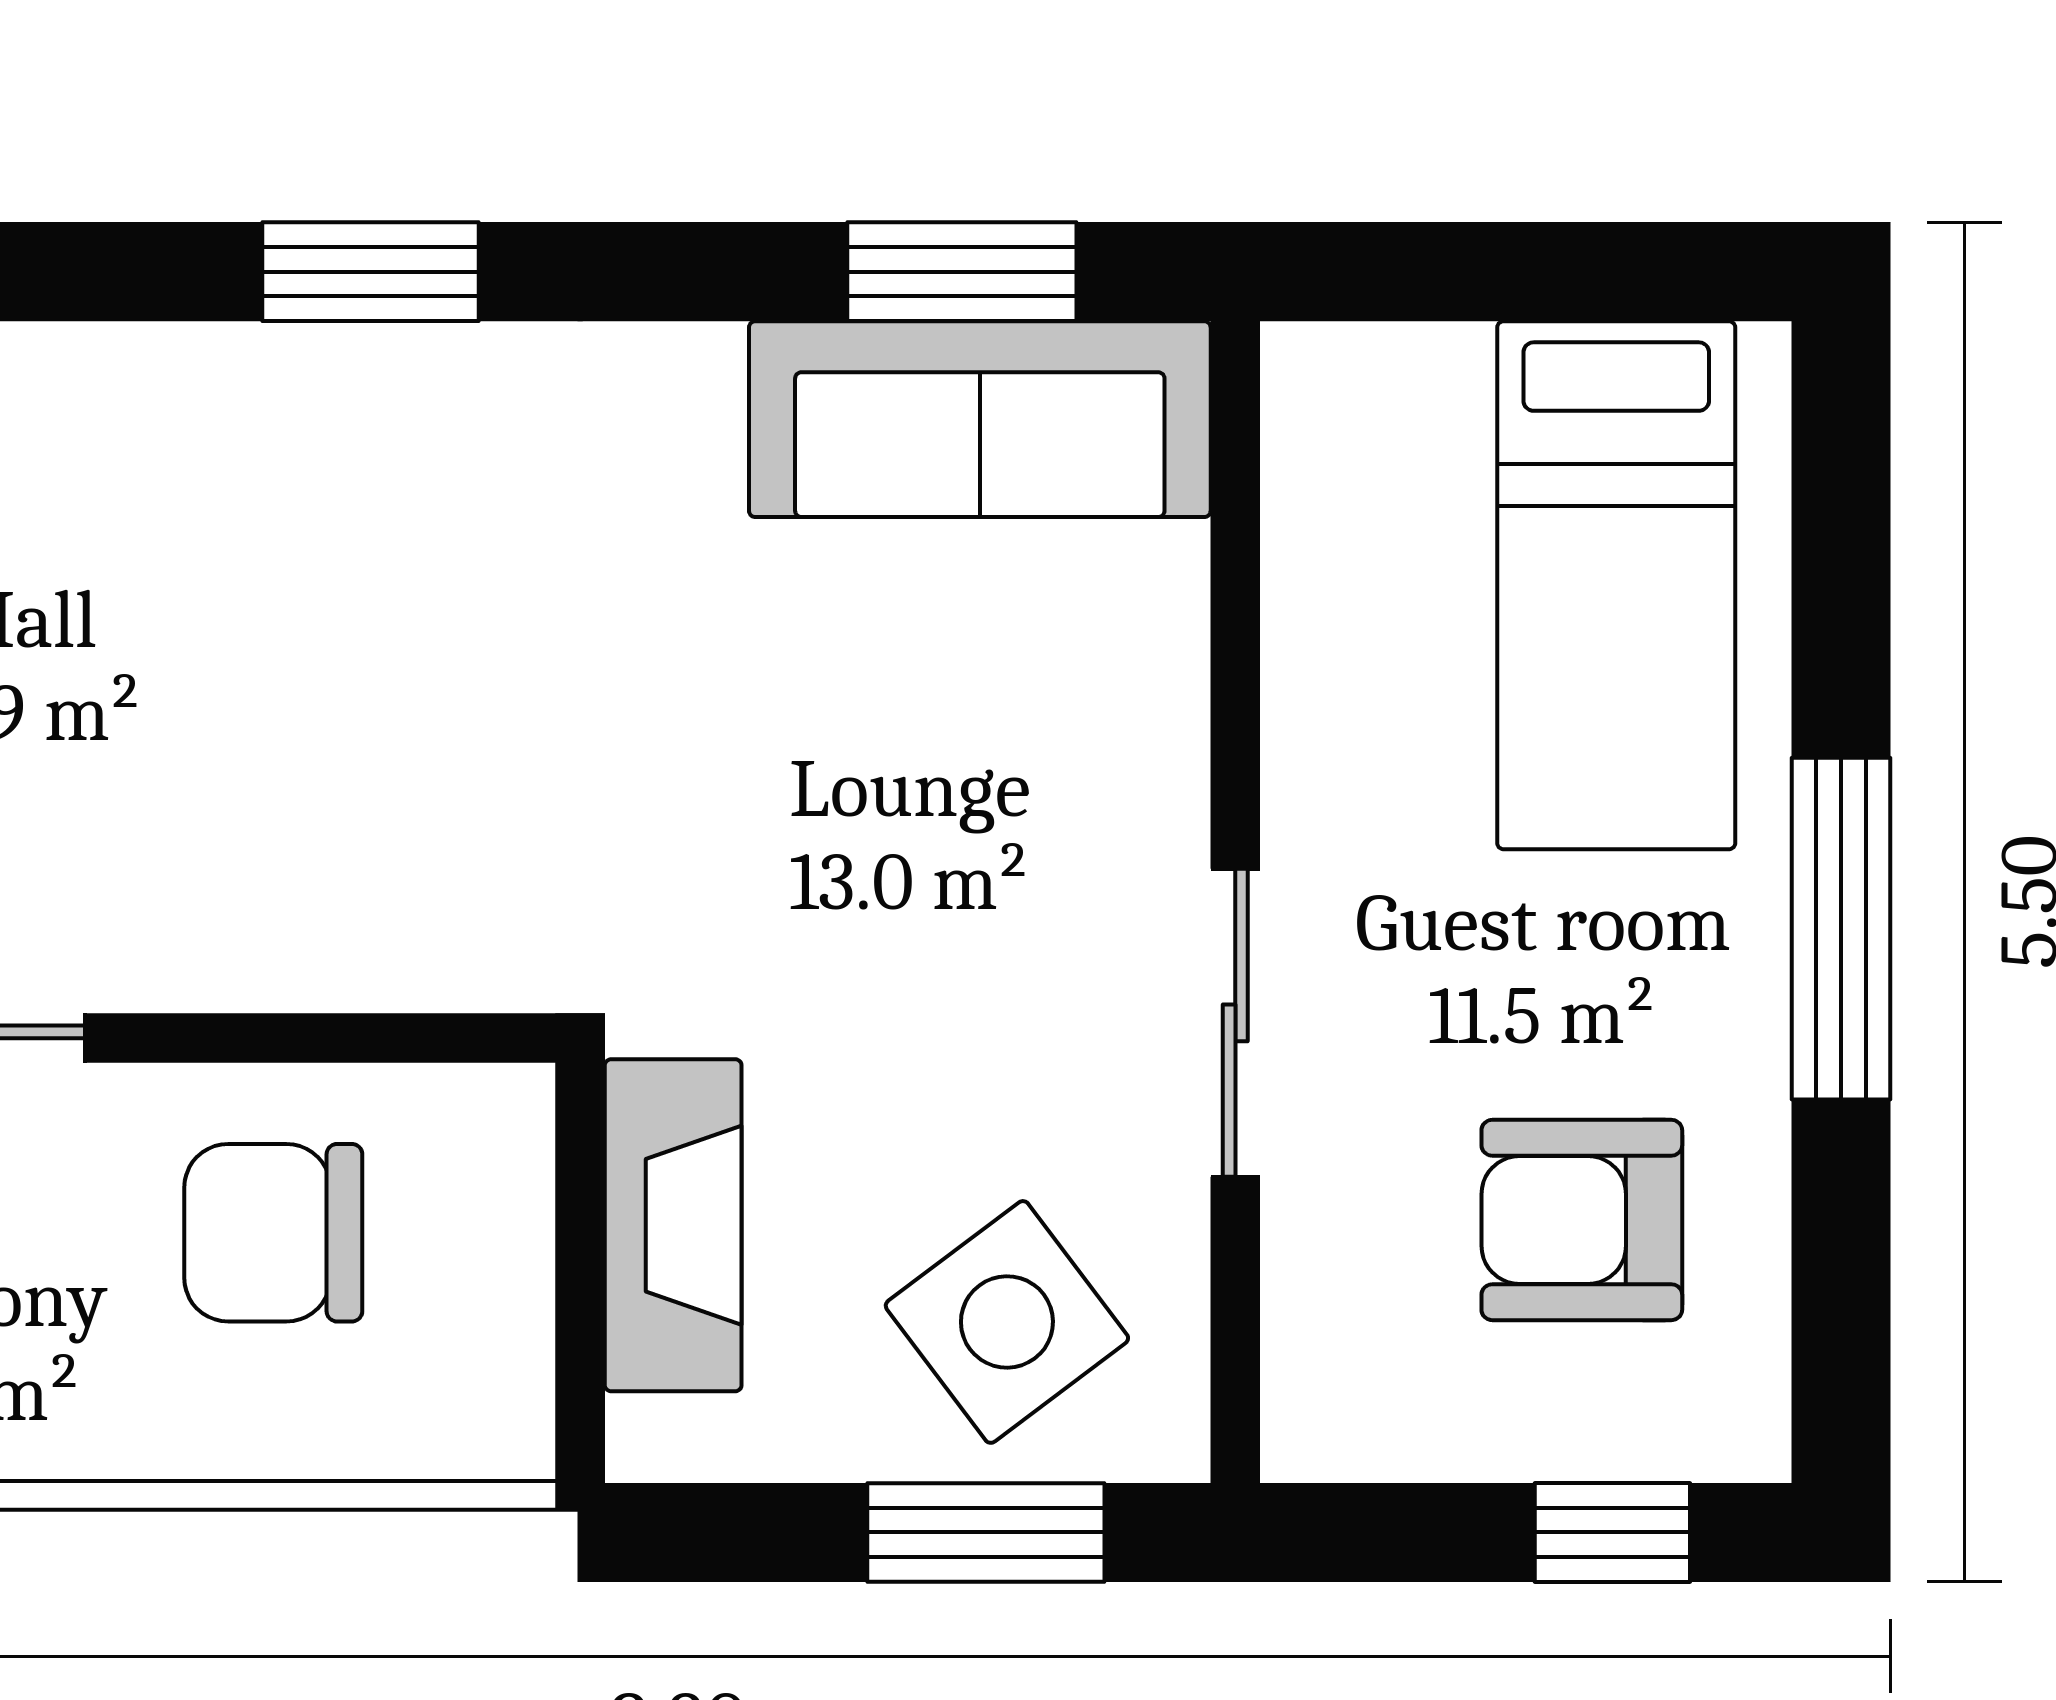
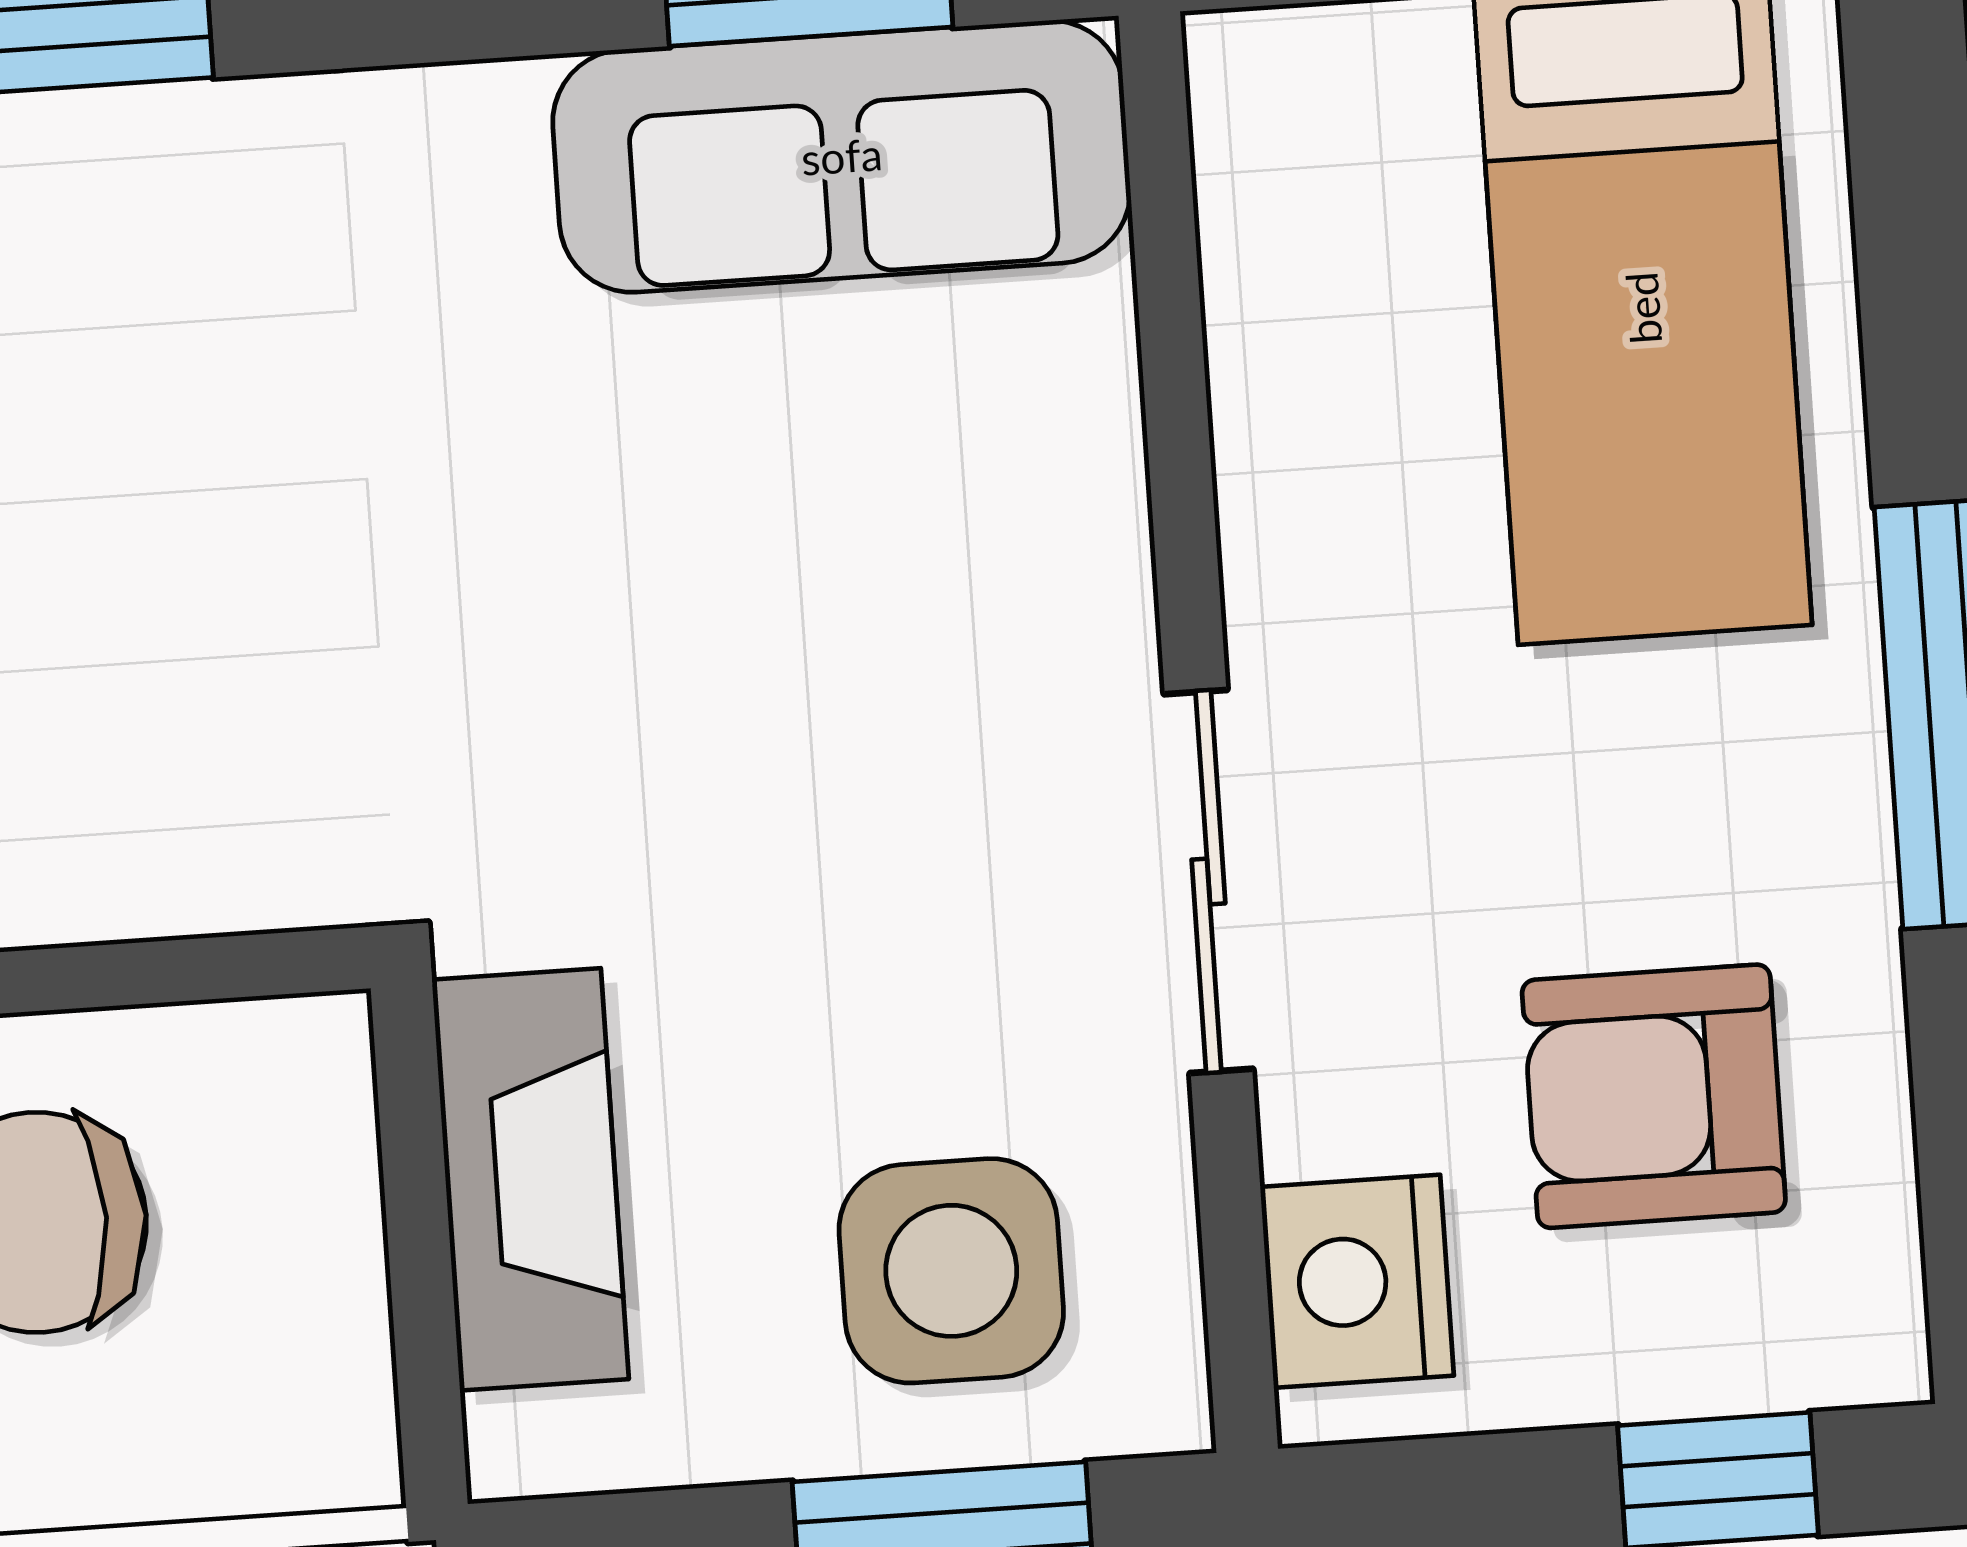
side table: (1007, 1322) -> (951, 1271), turned 37
nightstand: (1333, 1353) -> (1357, 1281), added

